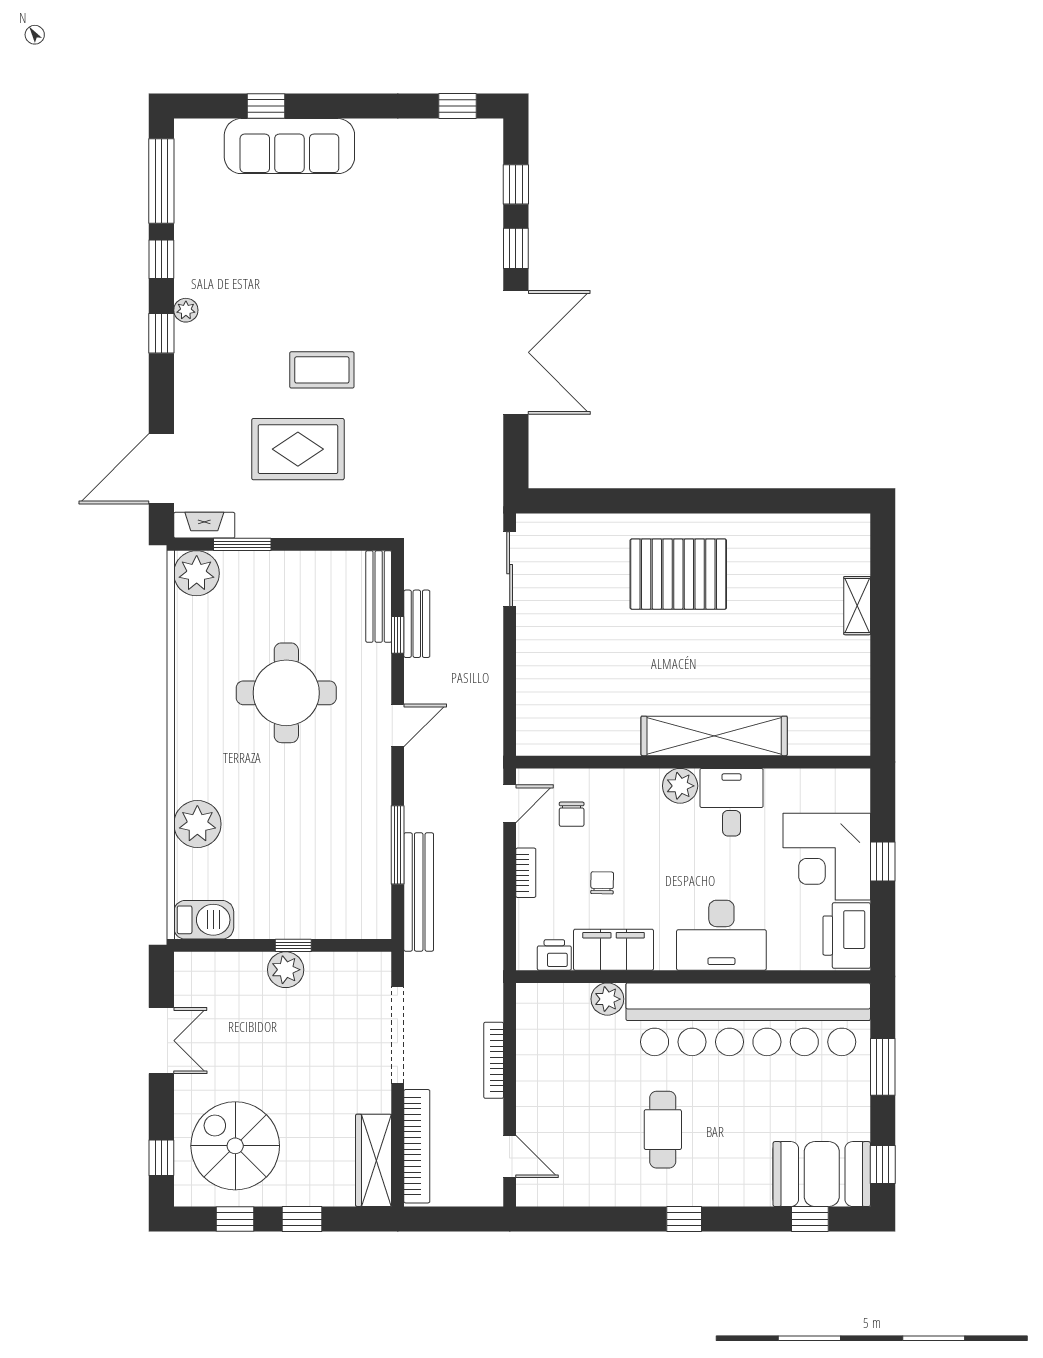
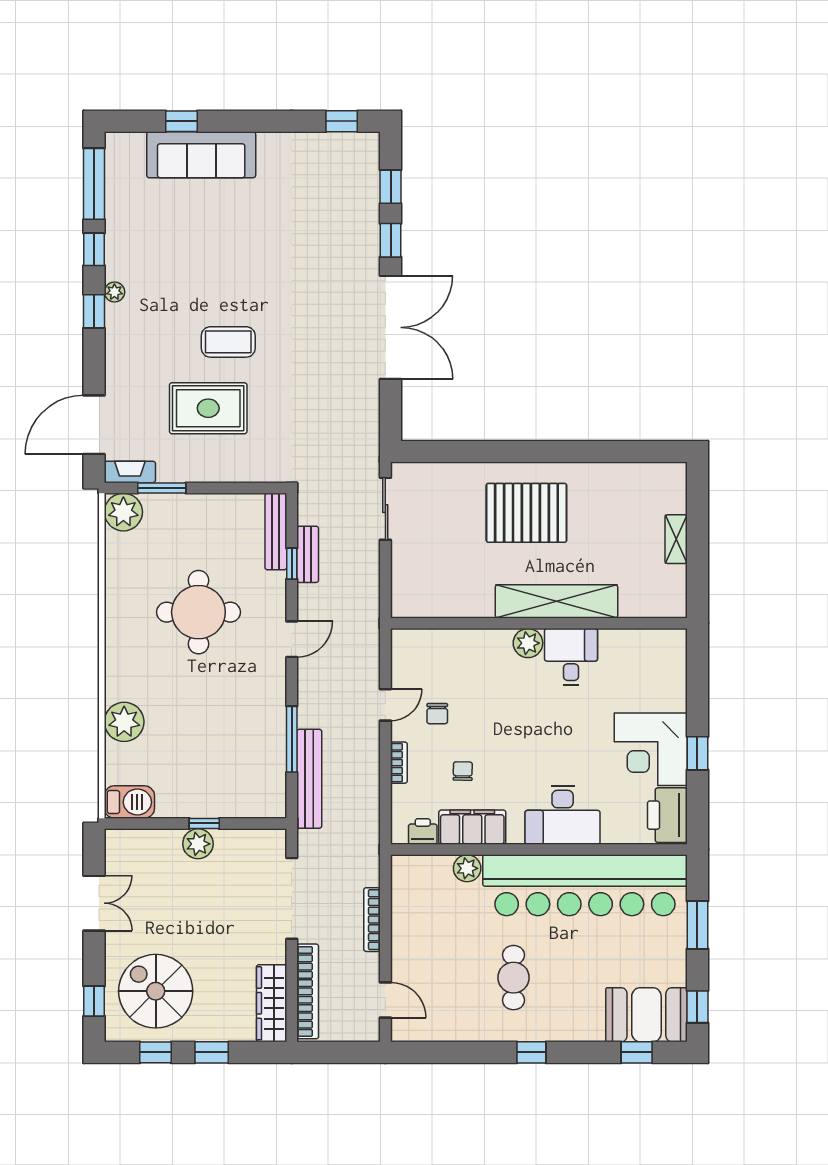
shelving: (714, 736) -> (556, 601), moved
wall: (693, 762) -> (539, 623), moved
plant: (680, 786) -> (528, 643), moved
desk: (732, 802) -> (571, 657), moved

